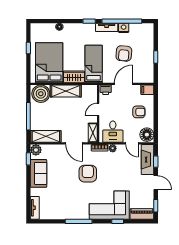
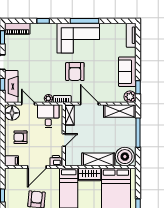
corner sofa: (109, 205) -> (78, 38), moved

